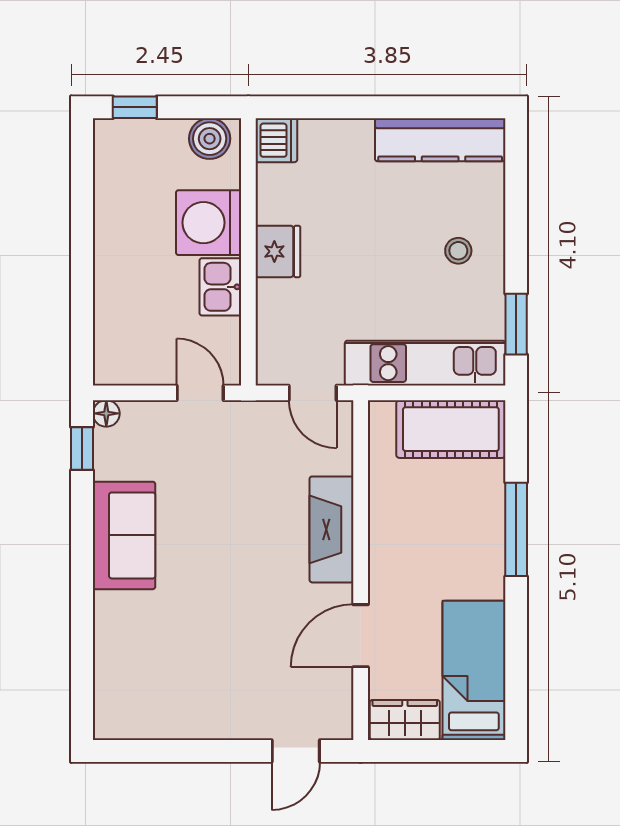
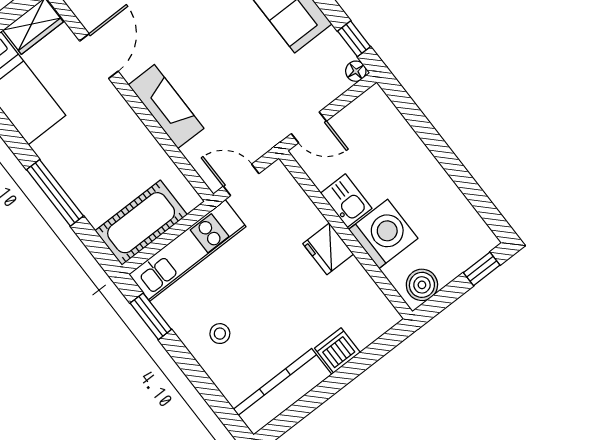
dishwasher: (276, 140) -> (337, 350), moved, turned 90

